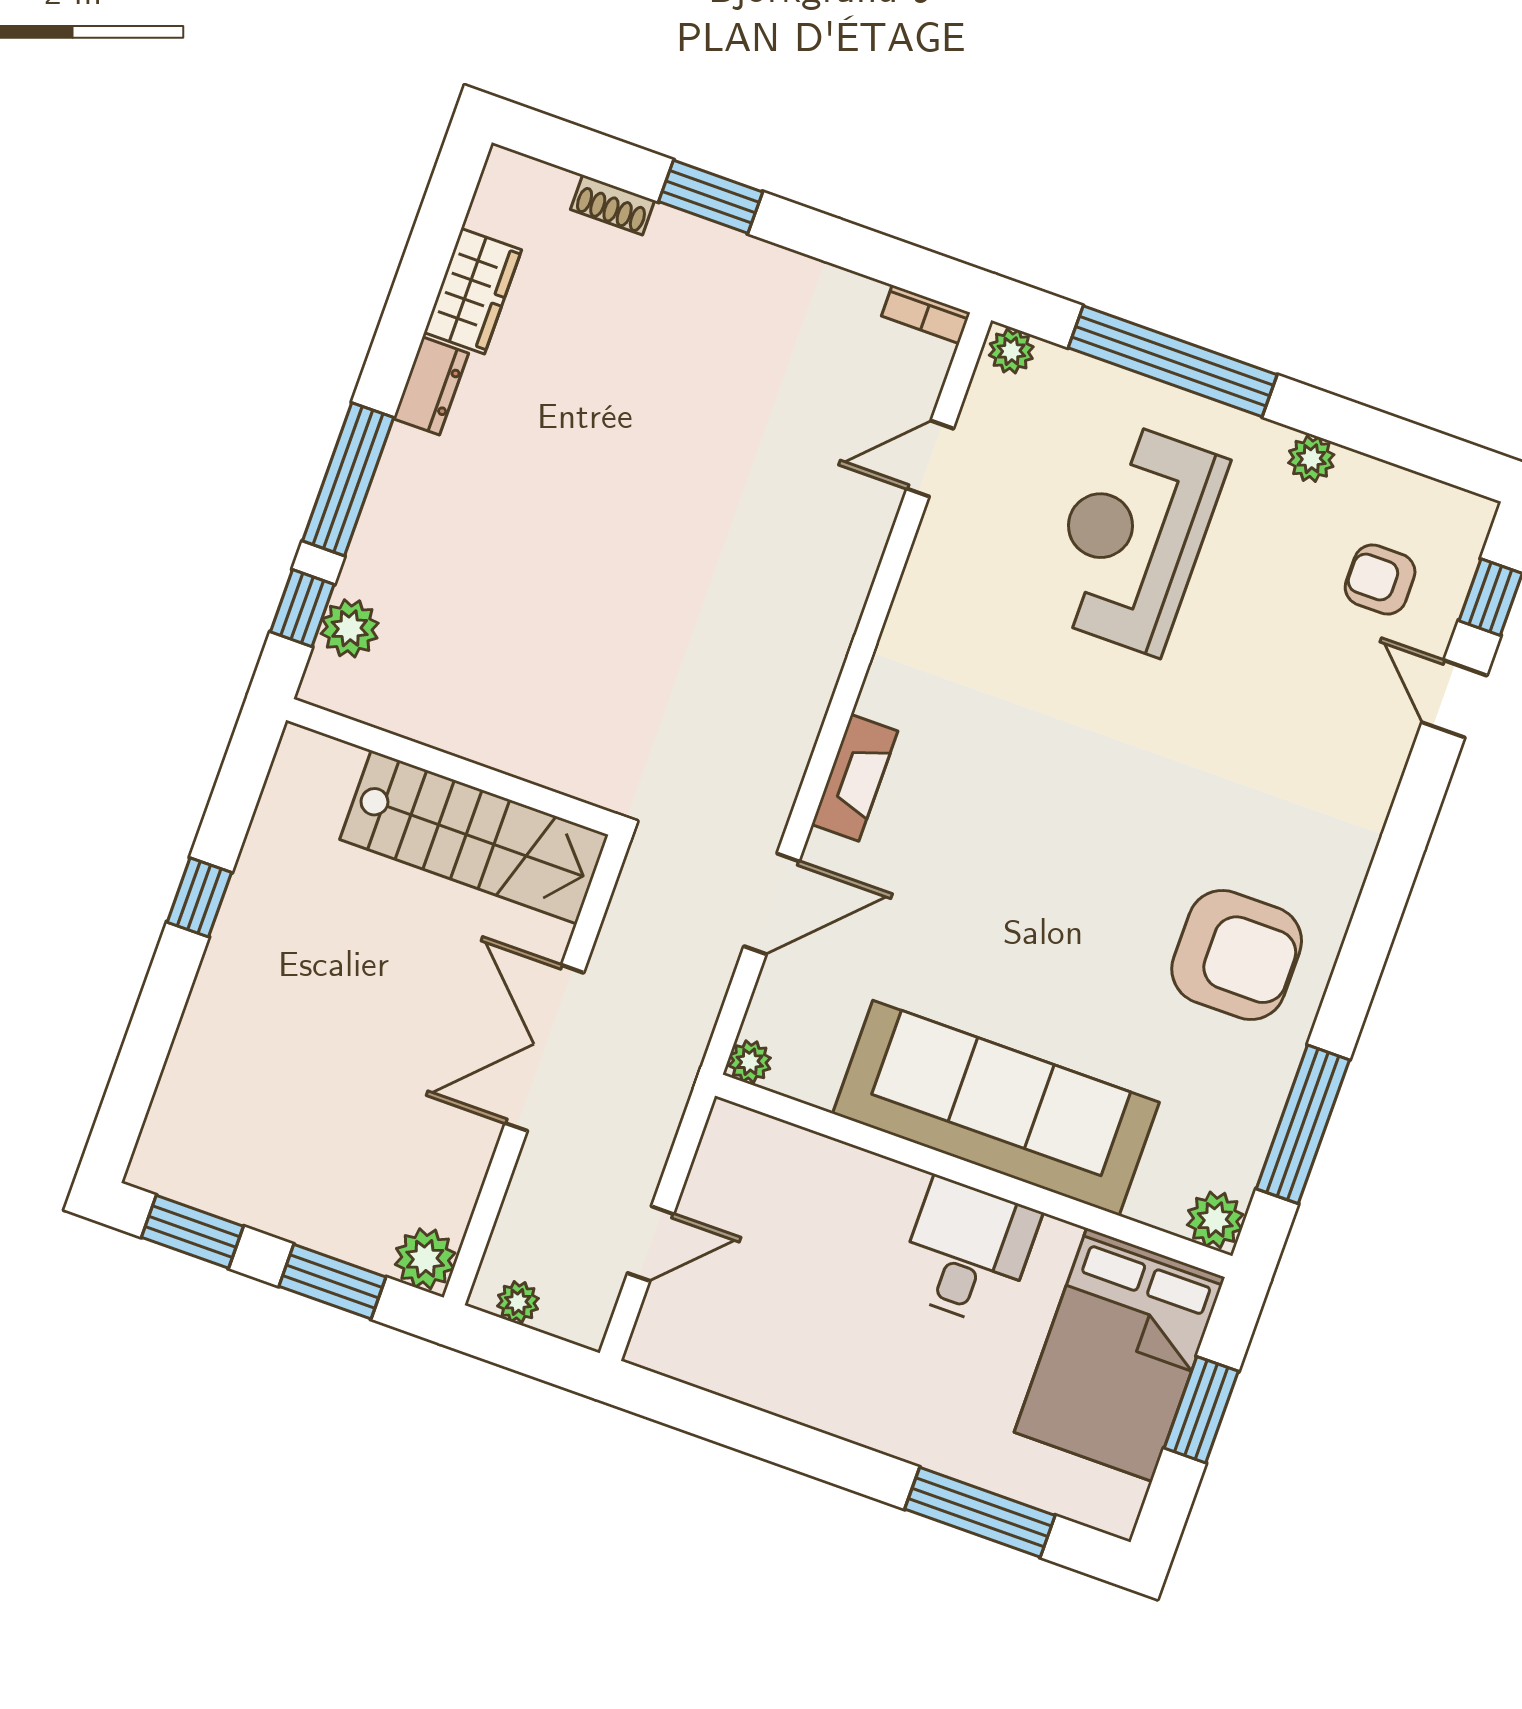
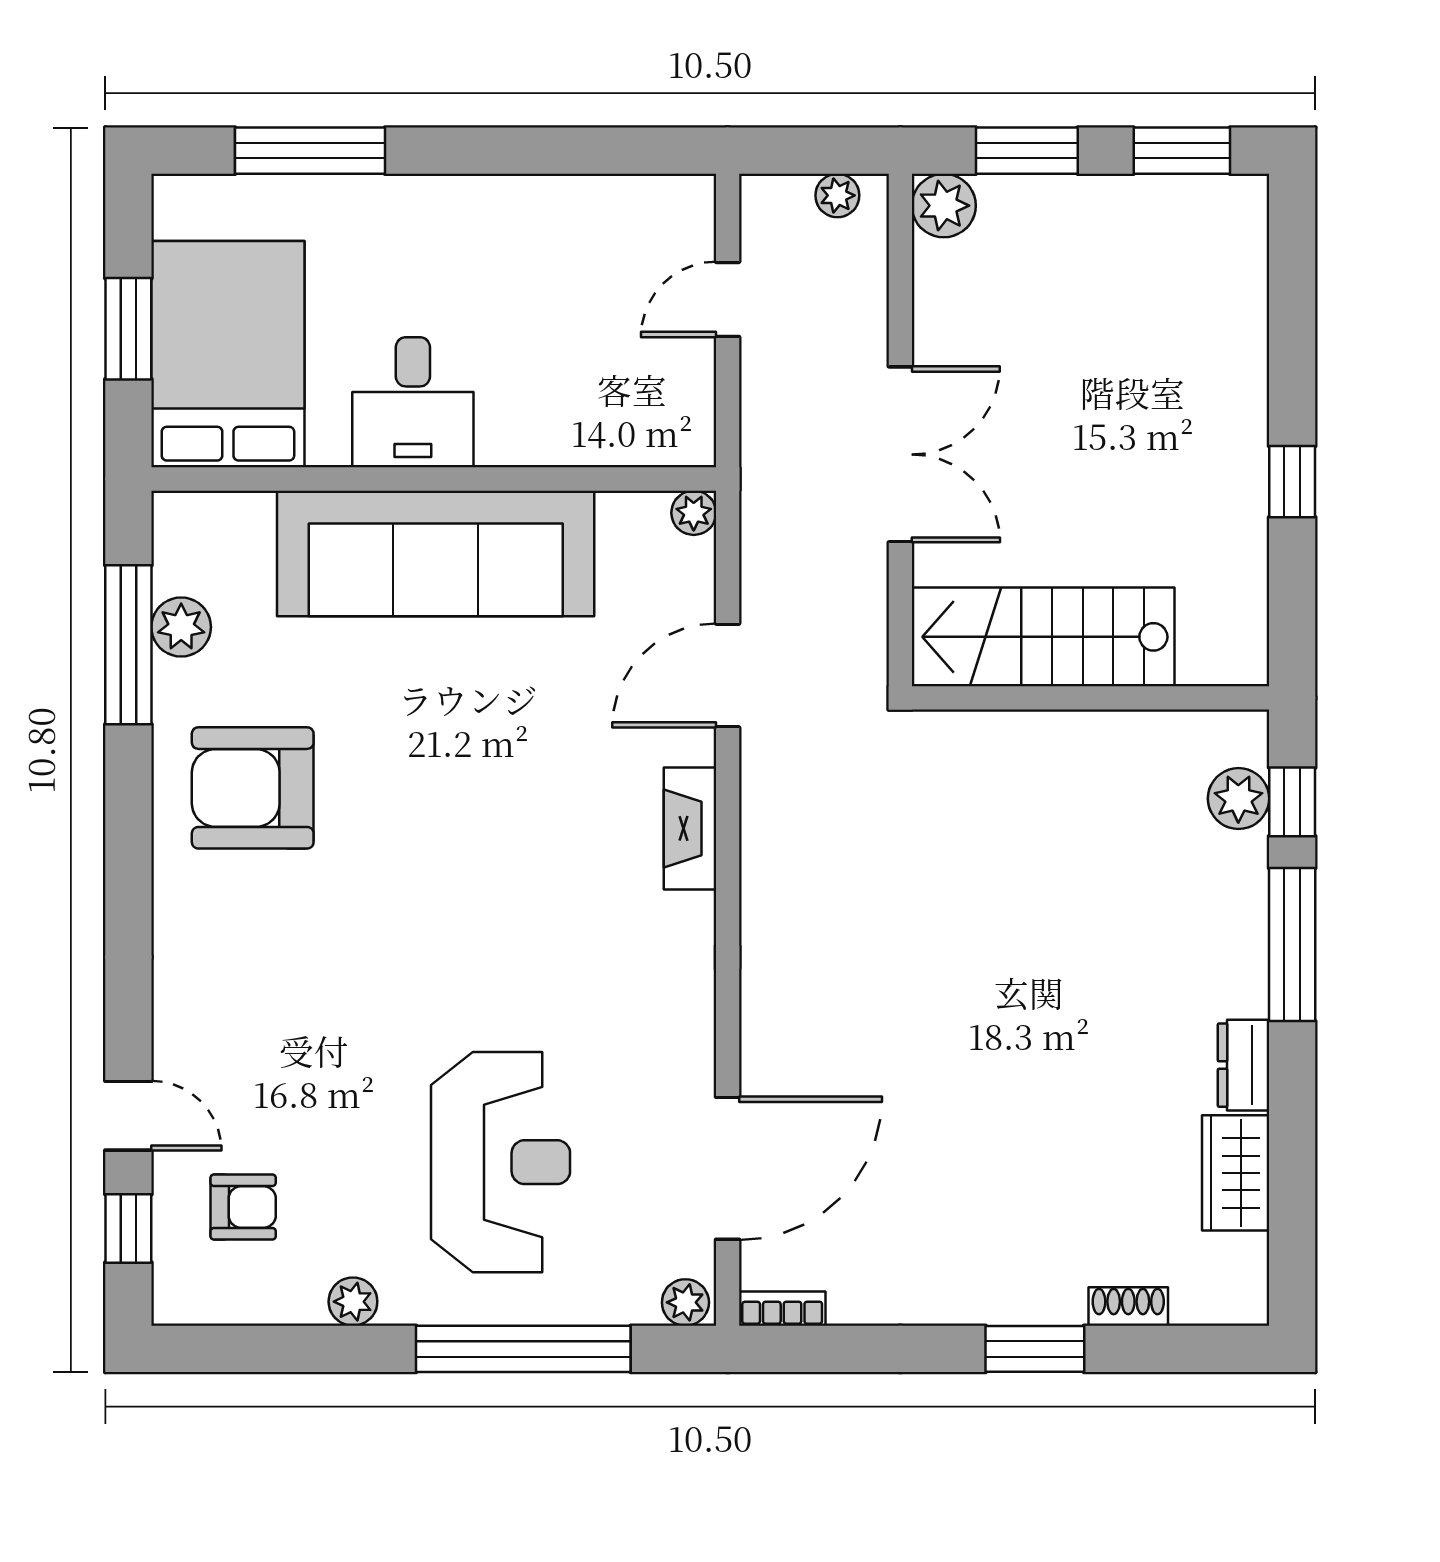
door: (930, 459) -> (728, 1168), width x1.88
plant: (1215, 1220) -> (181, 627), moved

